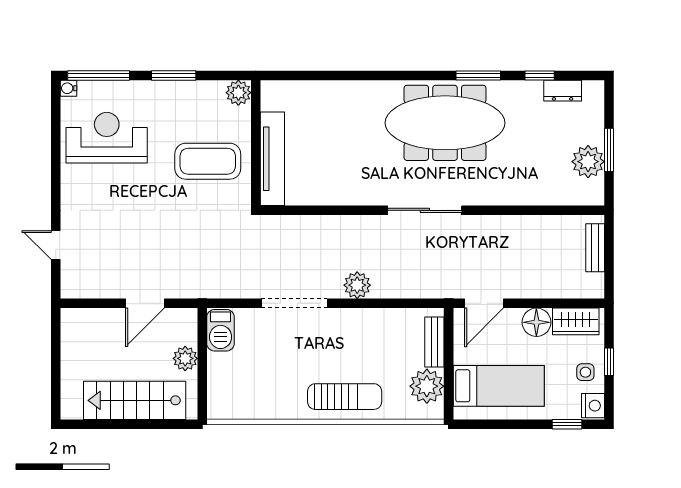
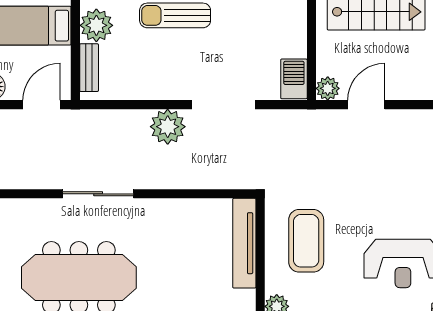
coffee table: (208, 161) -> (306, 241), turned 90
plant: (357, 285) -> (168, 127), width x1.36, depth x1.36
plant: (185, 358) -> (328, 88), moved

